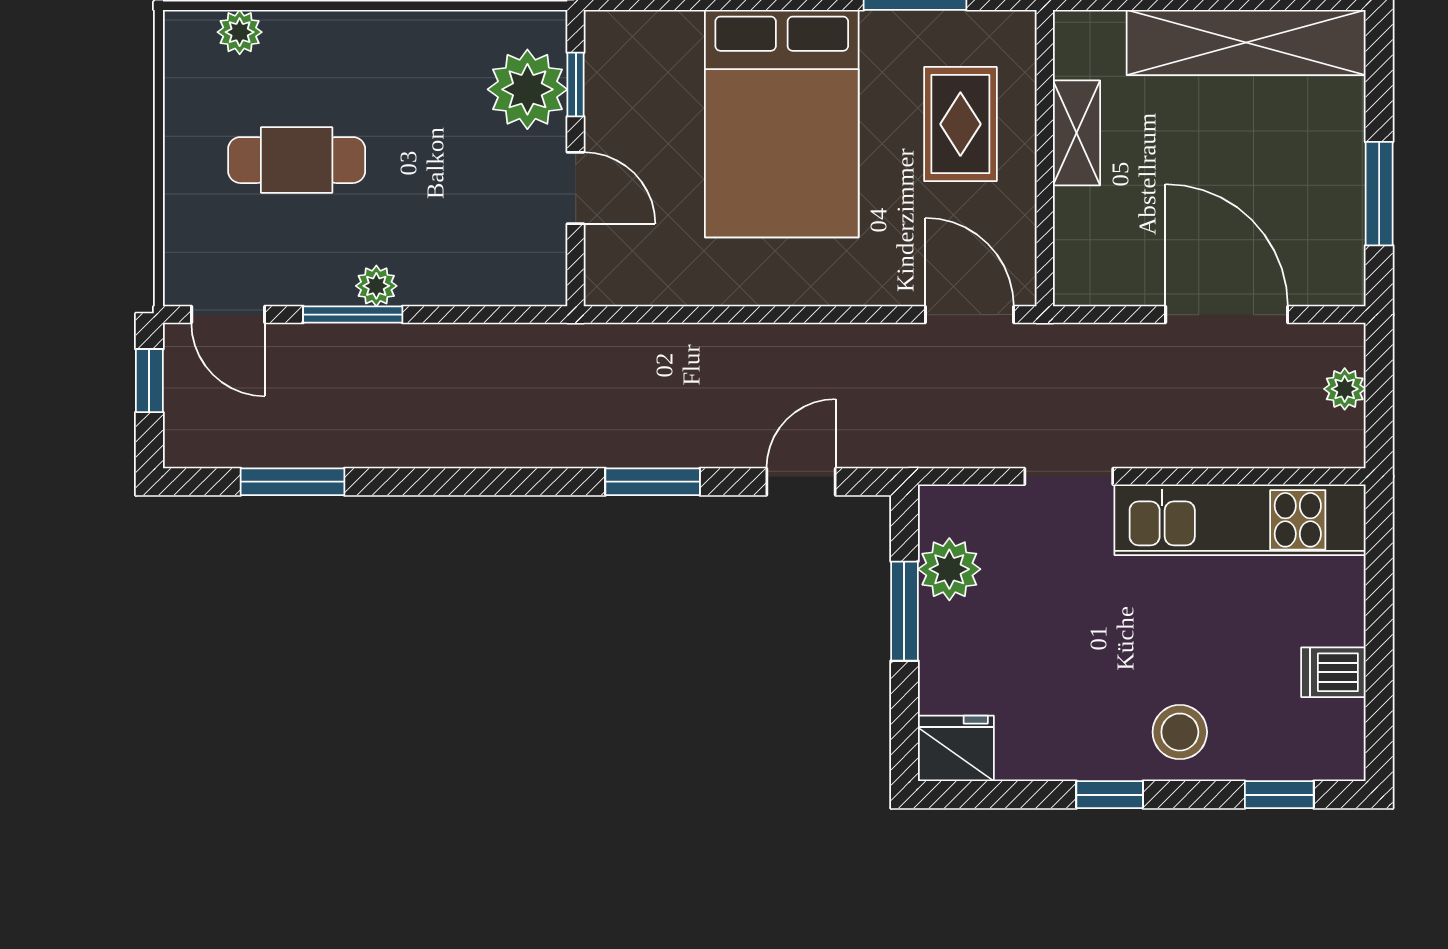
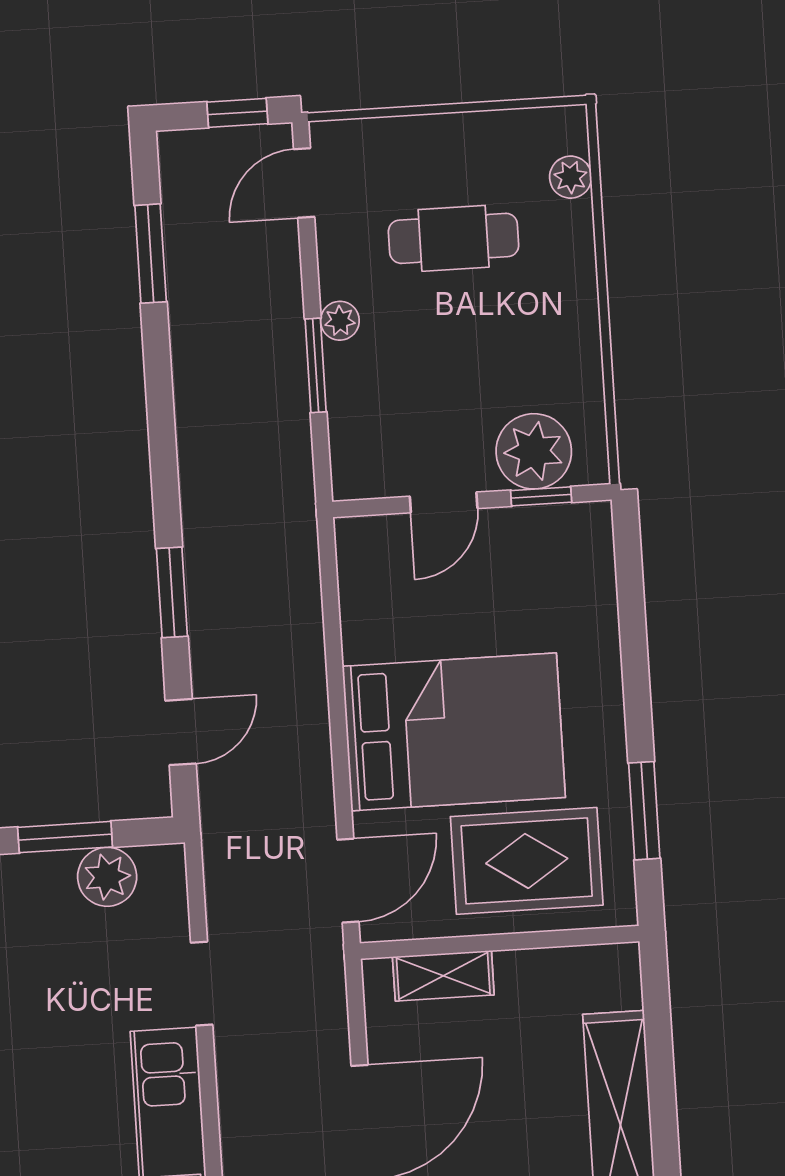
bed: (782, 124) -> (454, 732), moved, turned 180
rug: (960, 124) -> (527, 861), width x1.36, depth x1.43
shelving: (1076, 133) -> (443, 976), moved
cafe table: (297, 160) -> (454, 238), turned 90
window: (353, 315) -> (316, 365), moved
door: (801, 482) -> (181, 732), hinge flipped

